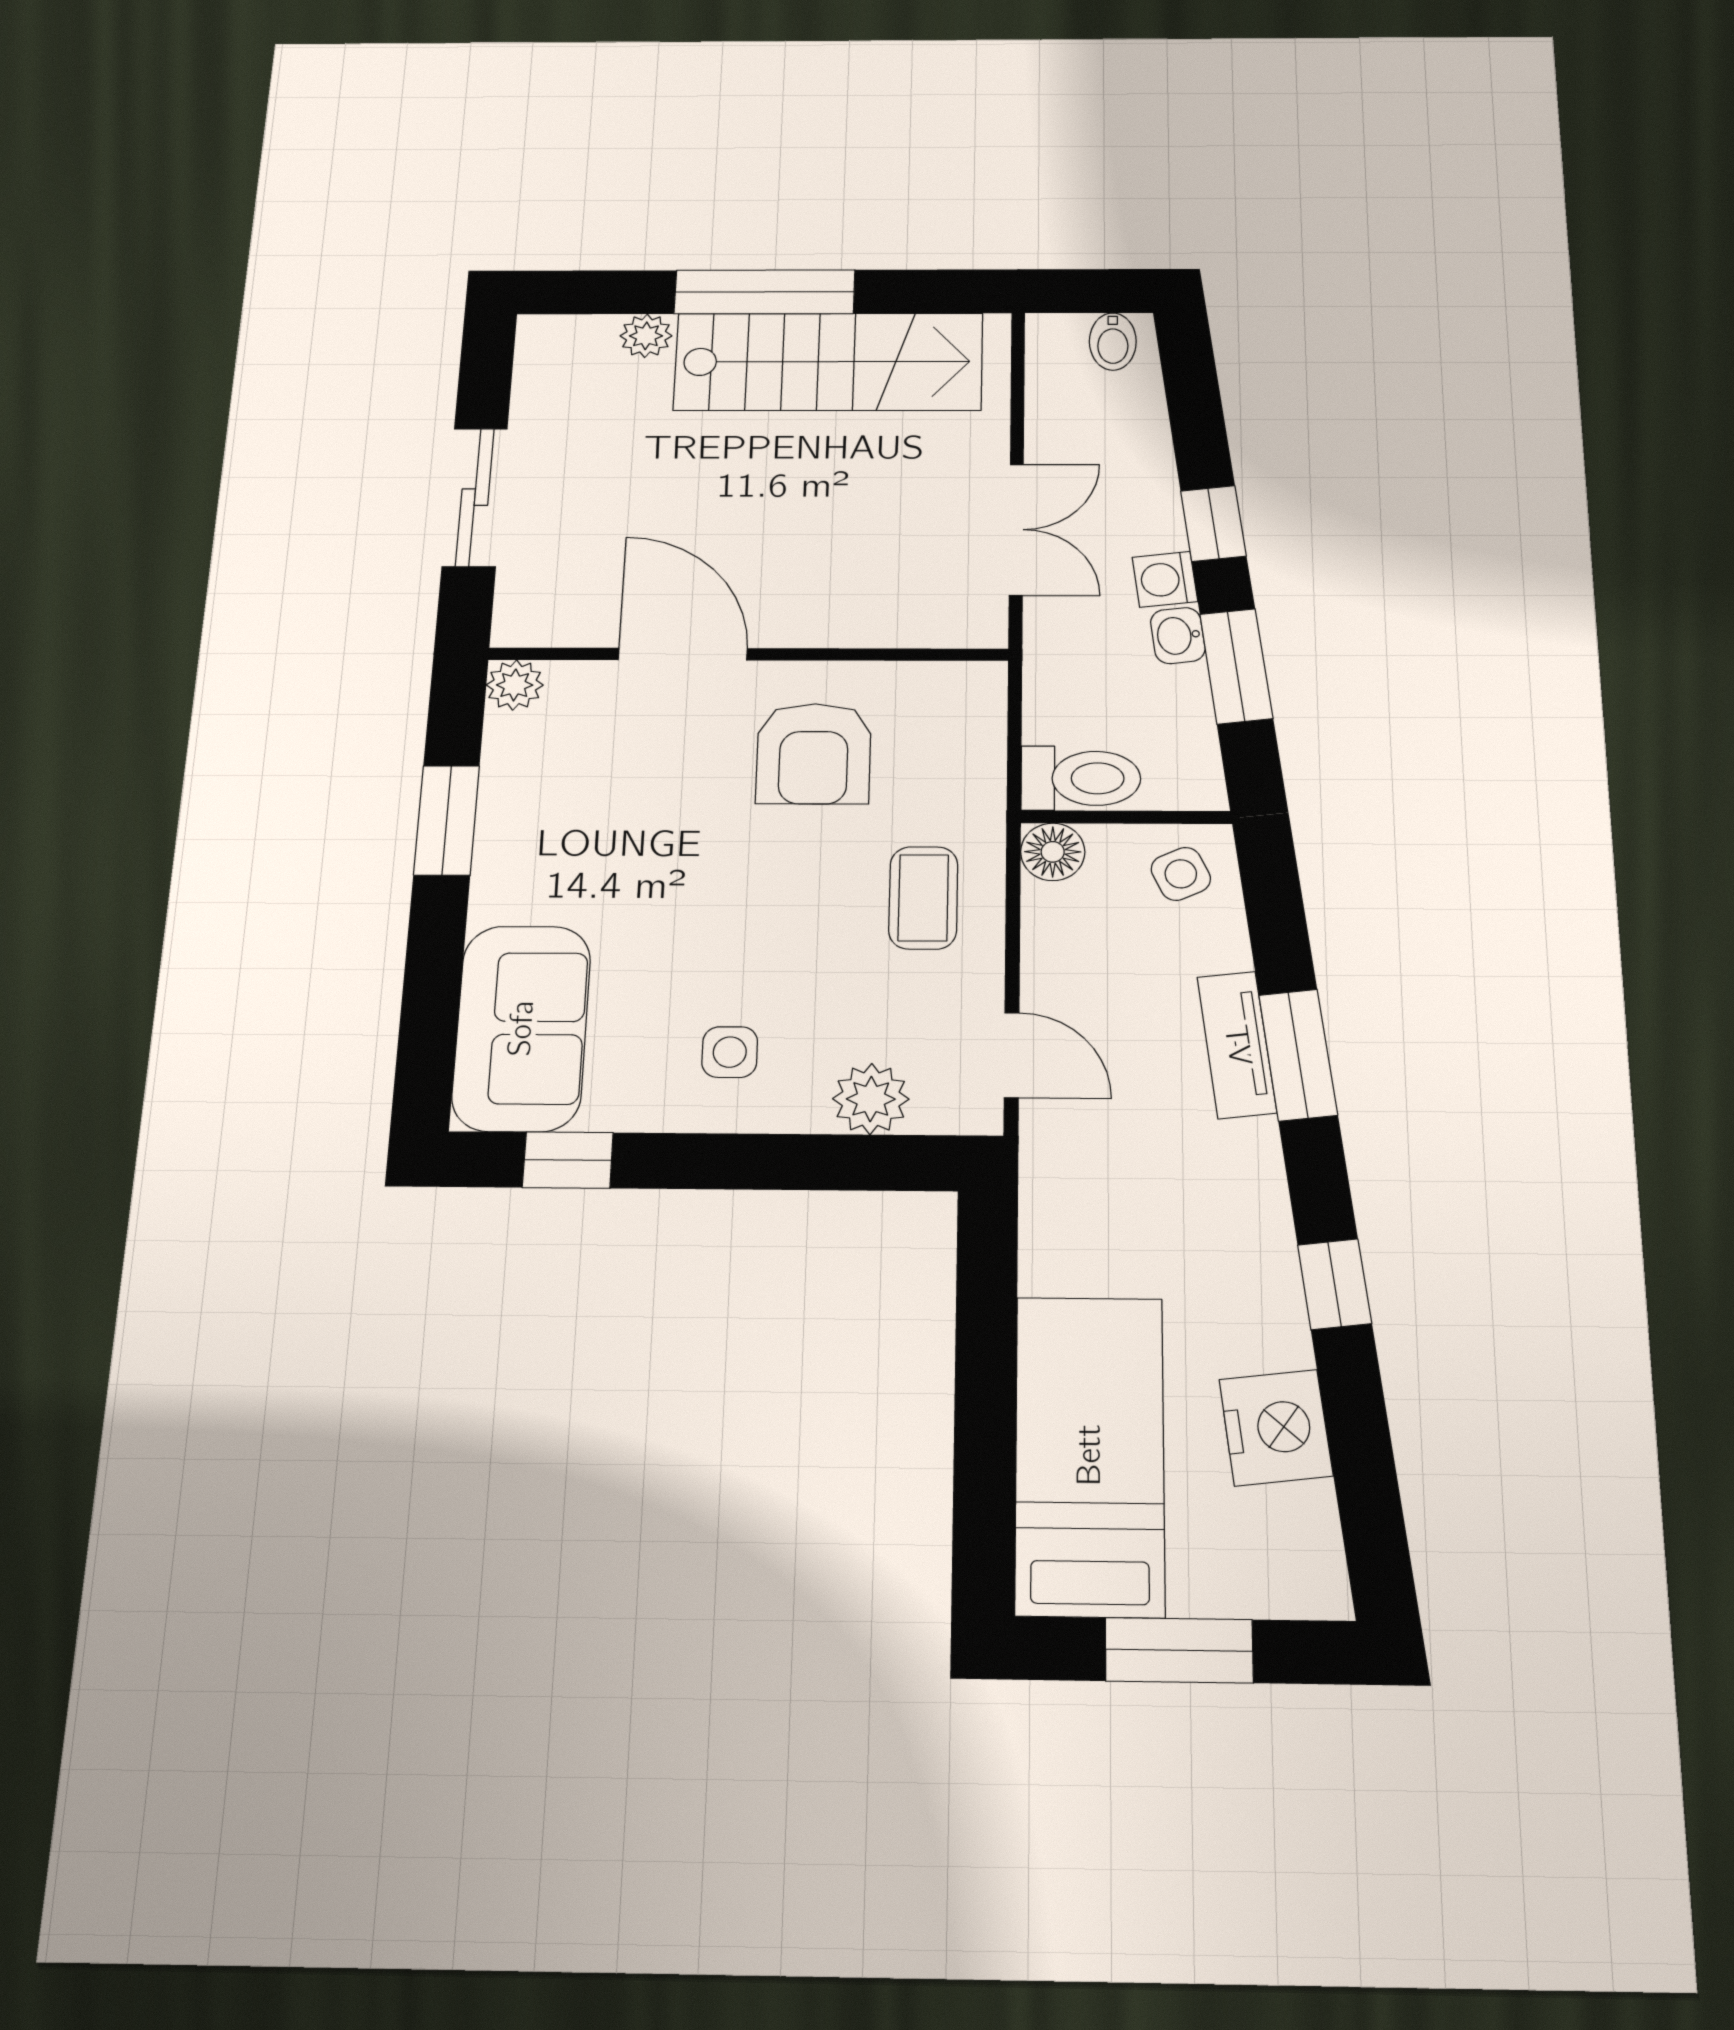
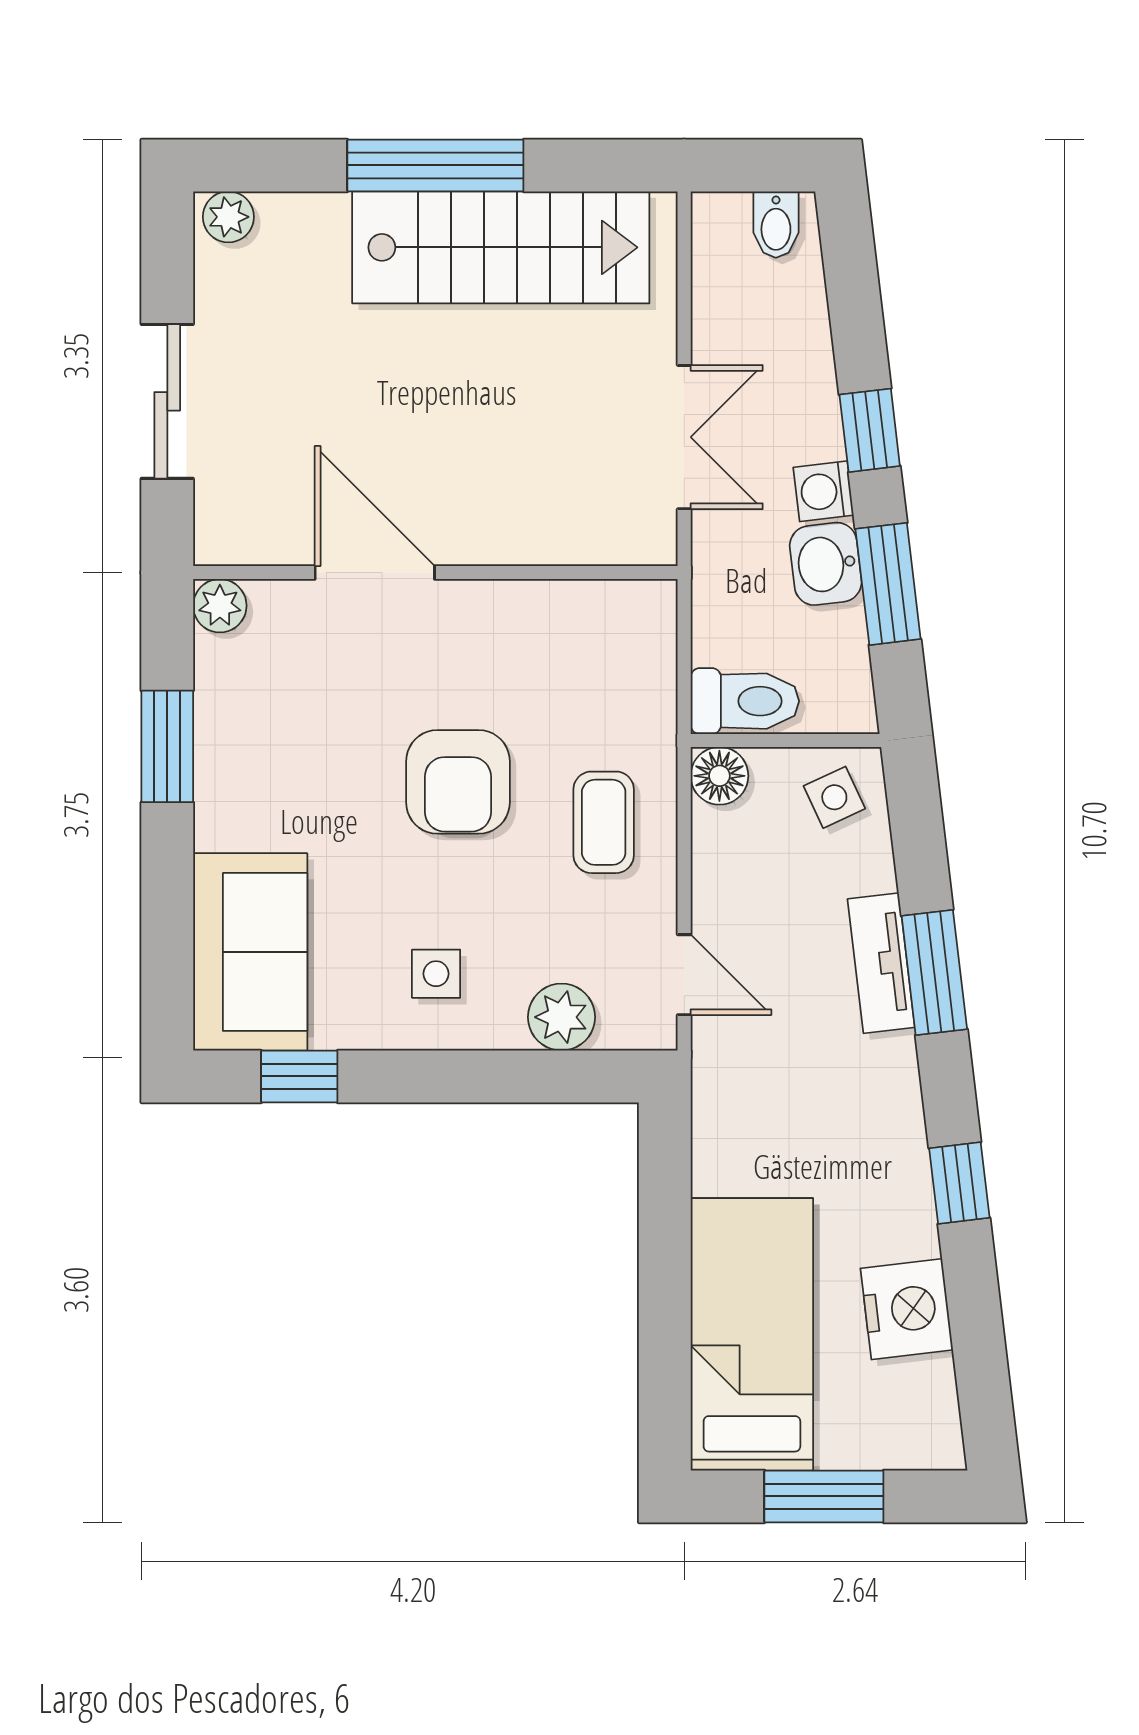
plant: (646, 336) -> (228, 217), moved
washbasin: (1178, 636) -> (826, 564), width x1.38, depth x1.45
armchair: (814, 754) -> (458, 782), moved

